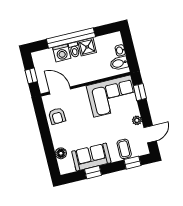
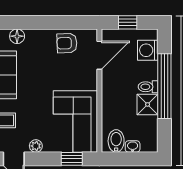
washing machine: (62, 53) -> (148, 50), moved

